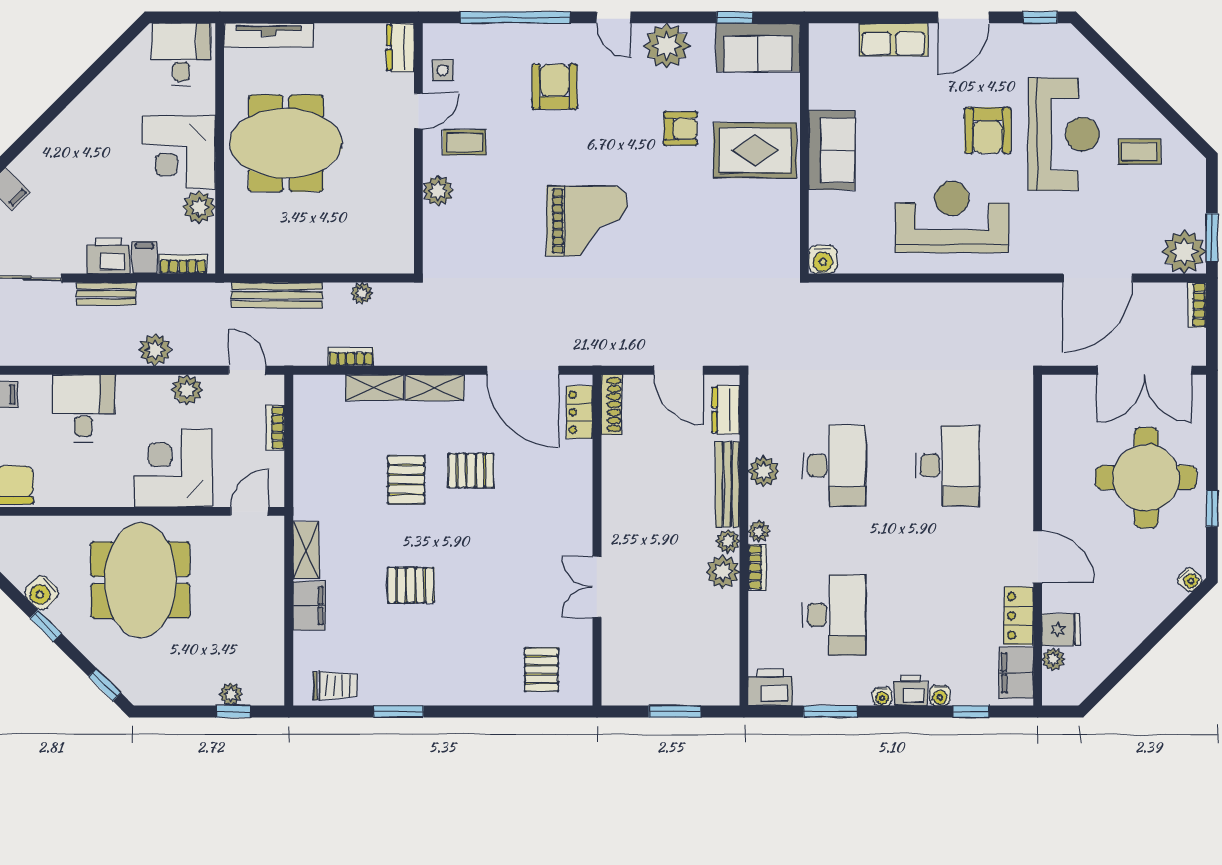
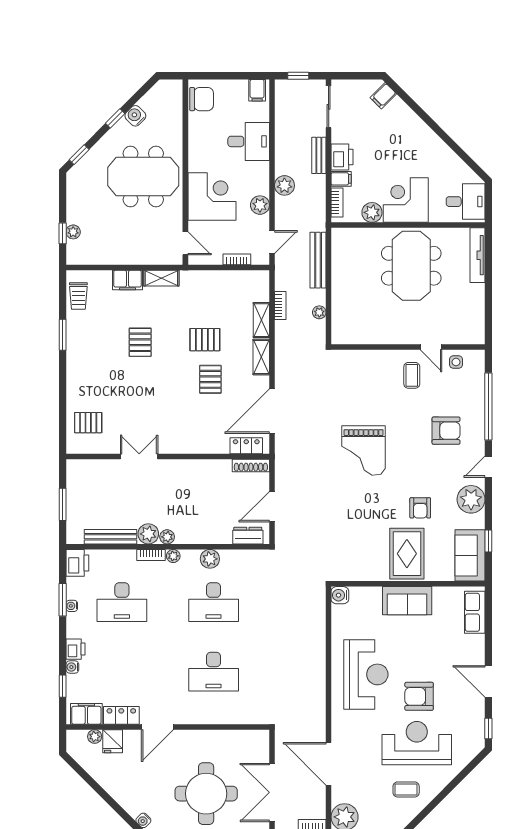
row of seats: (893, 40) -> (475, 612), moved
dresser: (400, 48) -> (470, 336), removed
reception desk: (1064, 134) -> (417, 743), turned 180
coffee table: (1139, 152) -> (406, 789), turned 90
plant: (438, 191) -> (382, 359), removed
bench: (728, 484) -> (111, 537), moved
water cooler: (882, 697) -> (72, 606), moved

